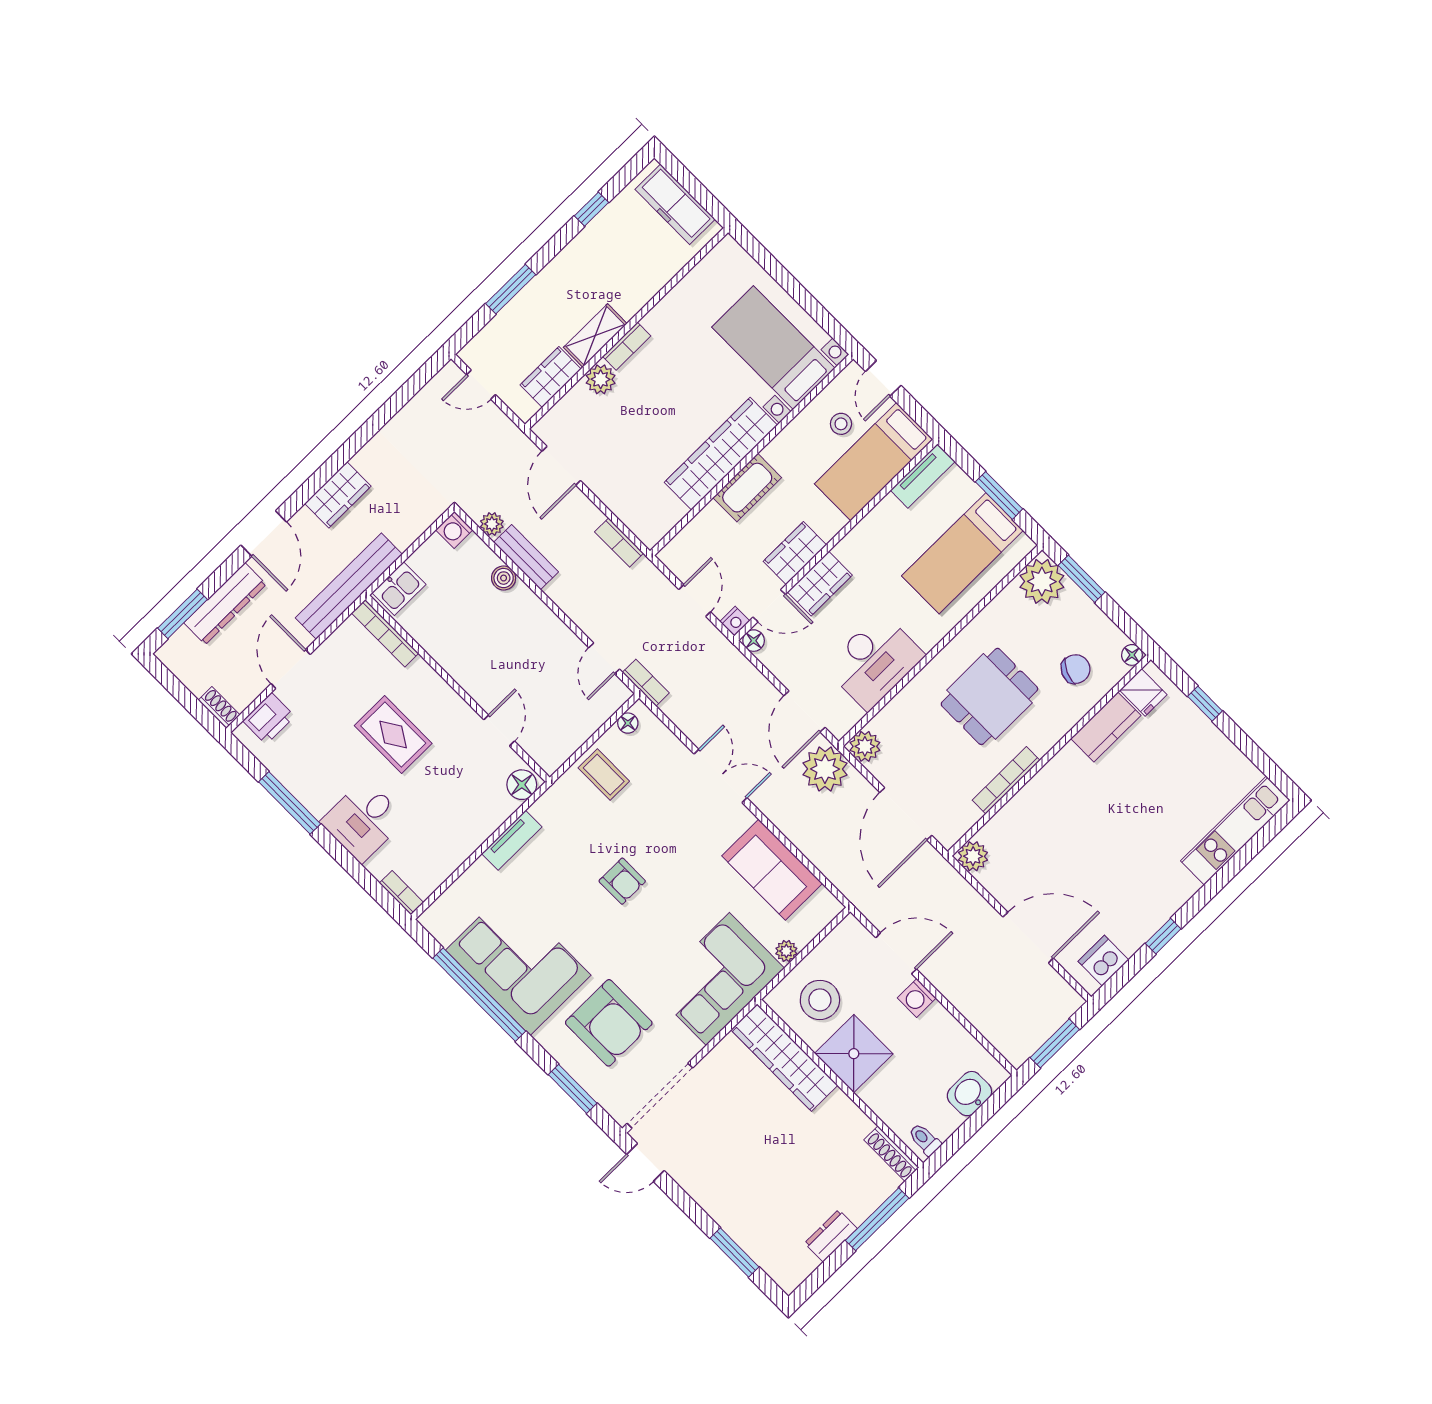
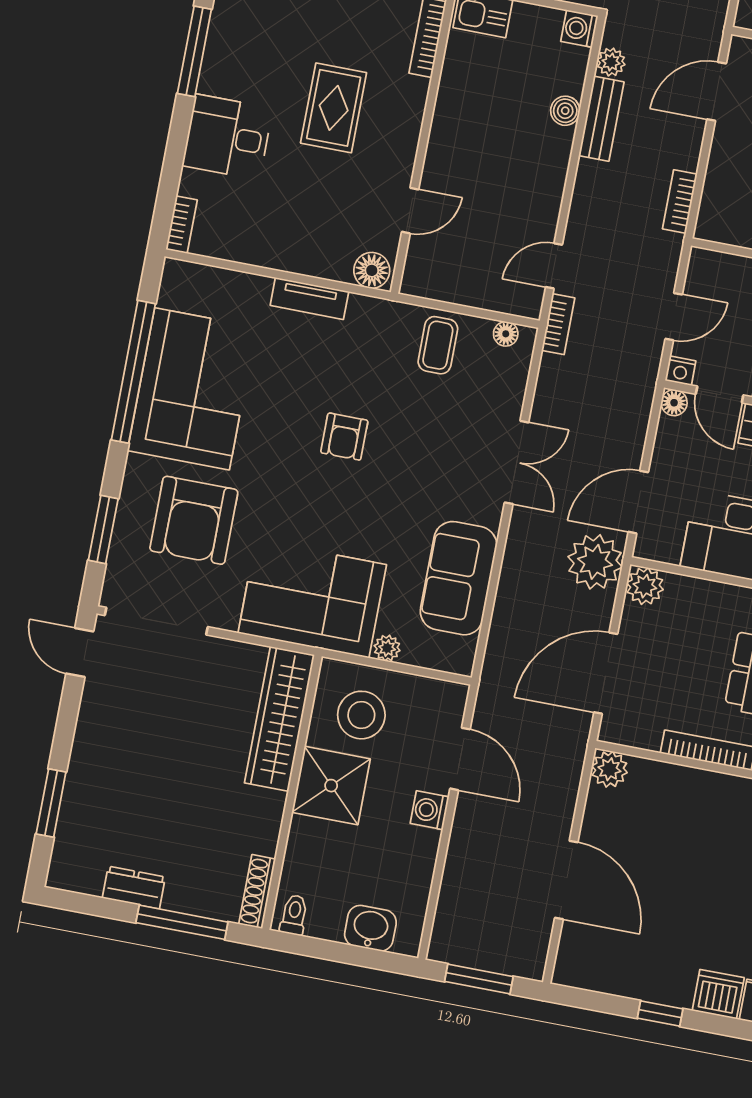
dishwasher: (1103, 961) -> (718, 994), moved

